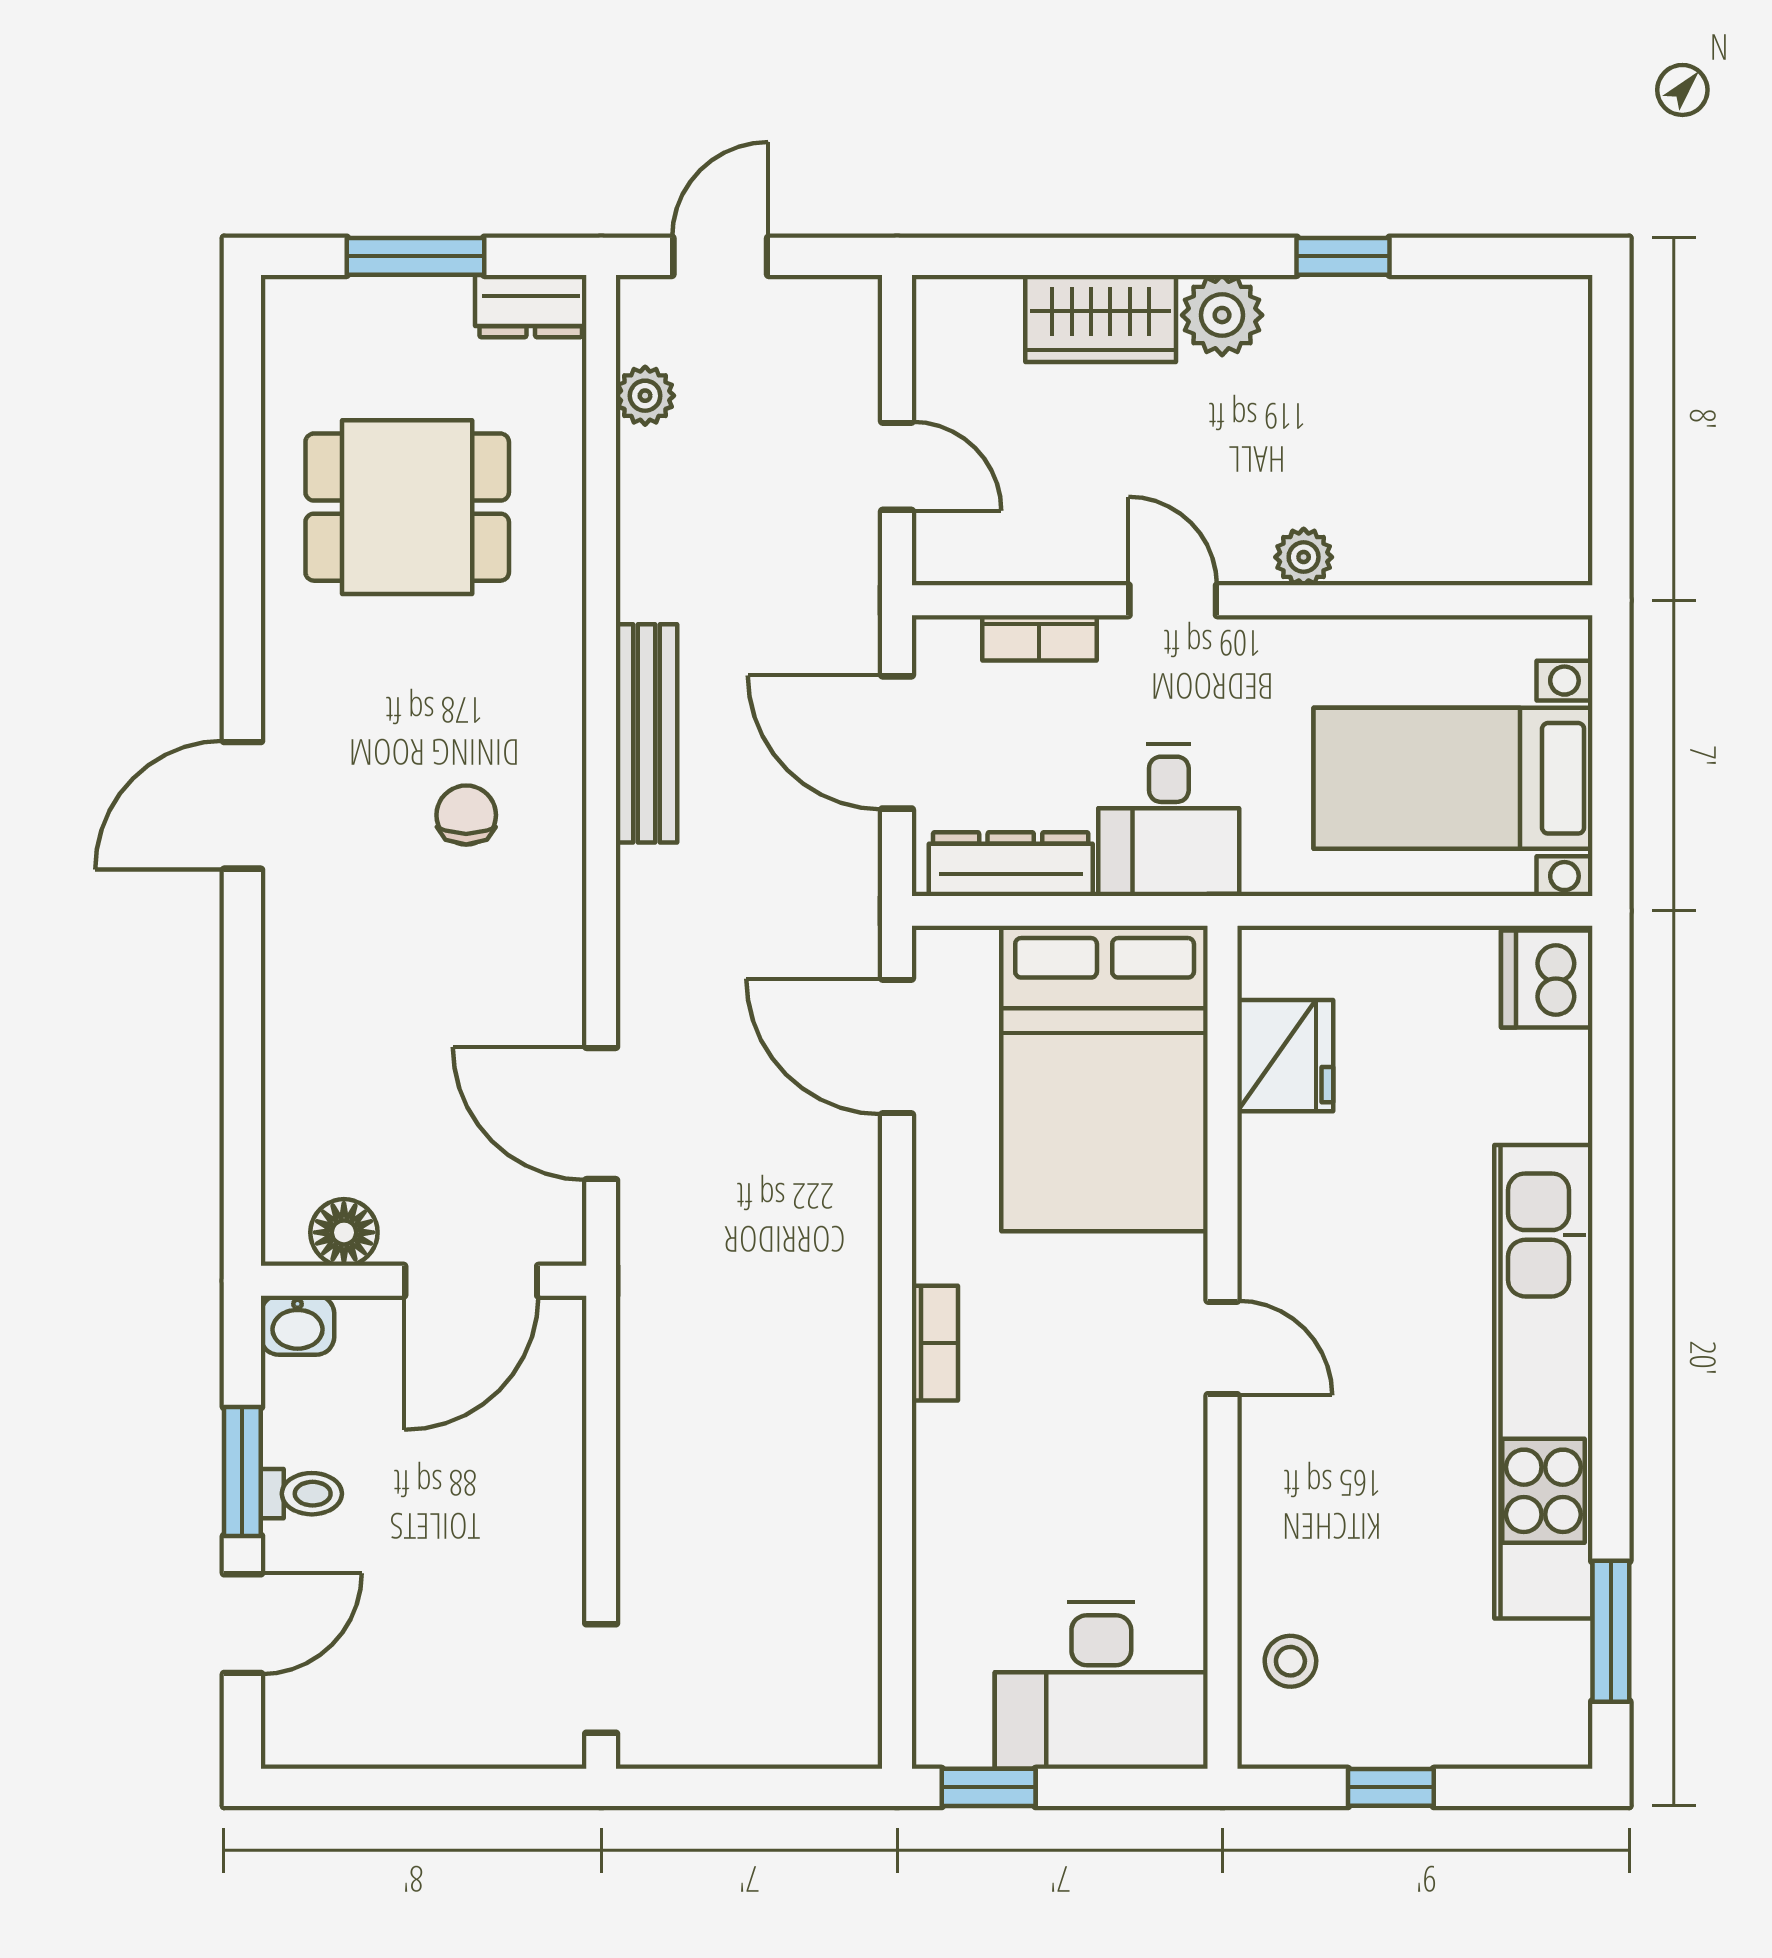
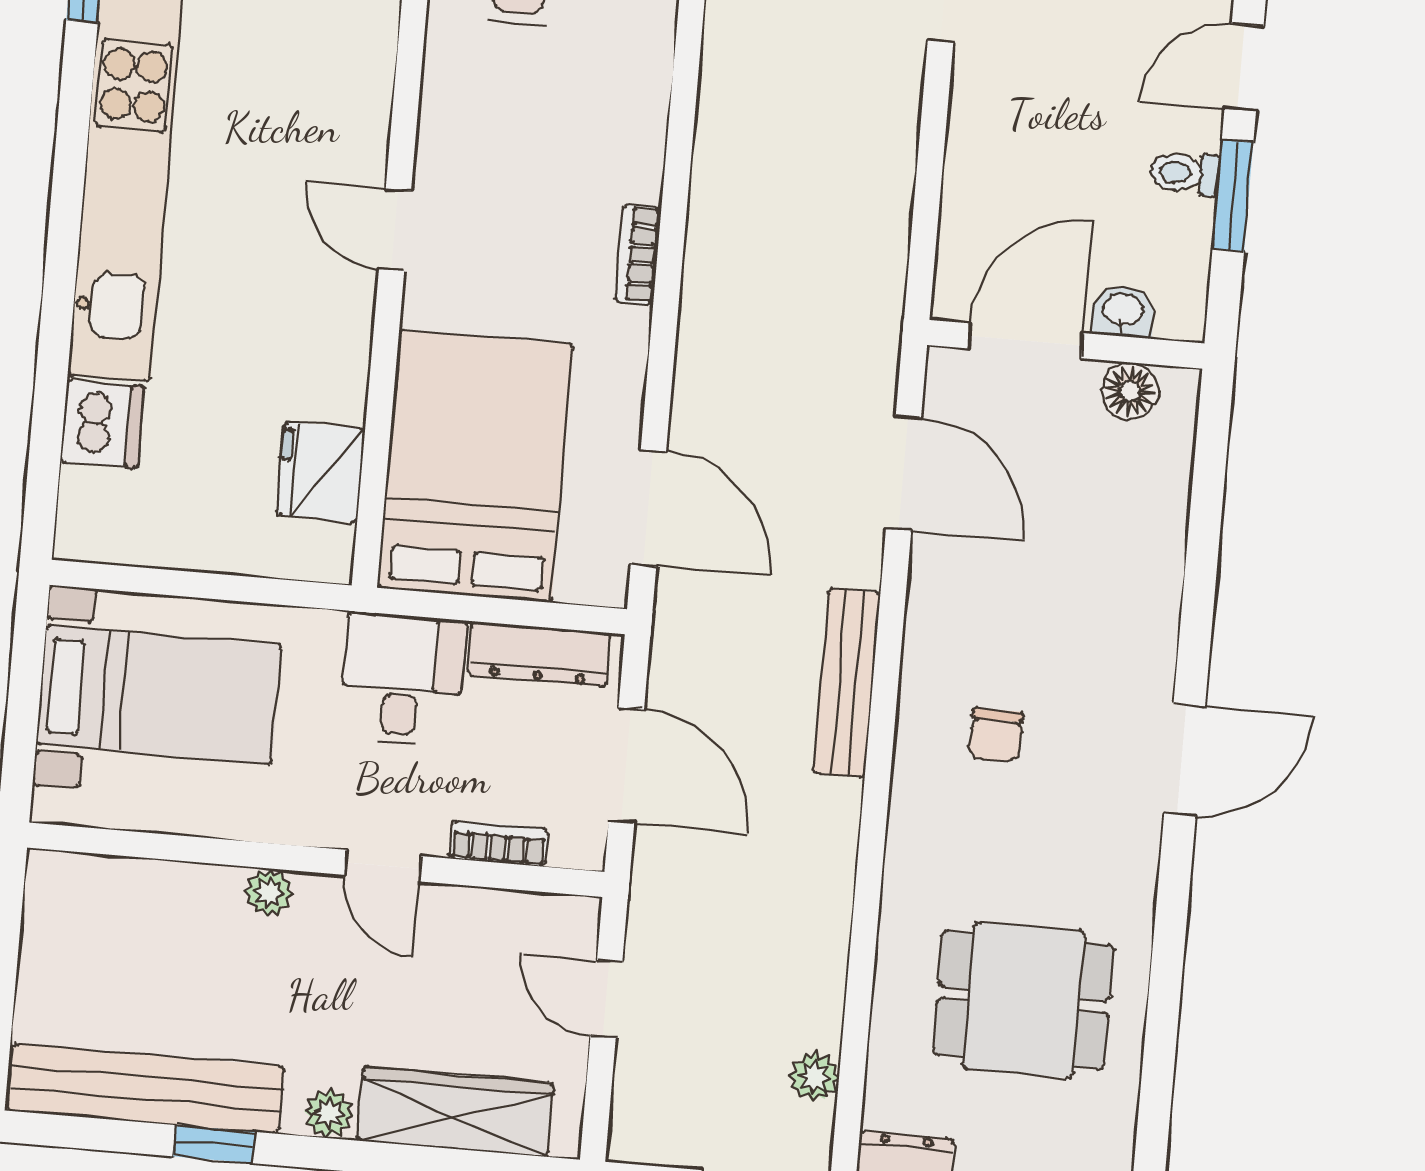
plant: (1222, 315) -> (329, 1113), width x0.73, depth x0.73
bench: (1429, 315) -> (146, 1089), added
wardrobe: (1101, 318) -> (455, 1112), width x1.50
bench: (647, 733) -> (847, 683), moved
dishwasher: (1547, 979) -> (102, 424), moved
washbasin: (298, 1325) -> (1123, 311), moved

